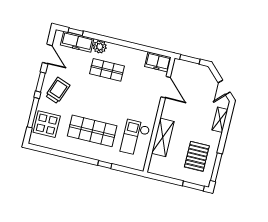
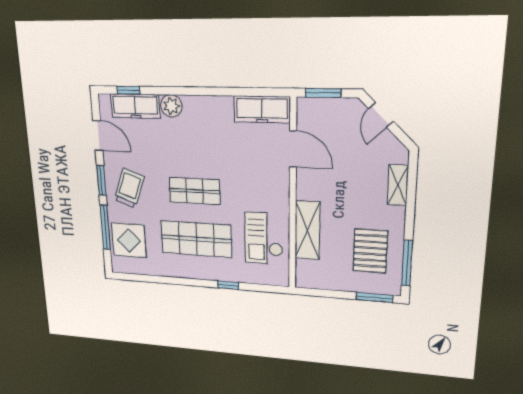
freezer: (158, 62) -> (262, 109), width x1.40
shop shelf: (107, 70) -> (194, 191), moved
door: (224, 87) -> (381, 115), moved

